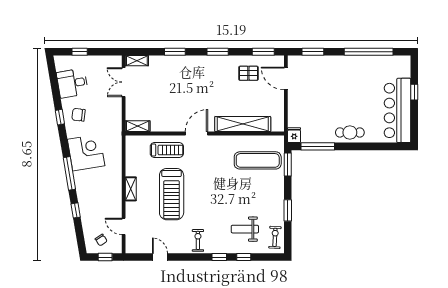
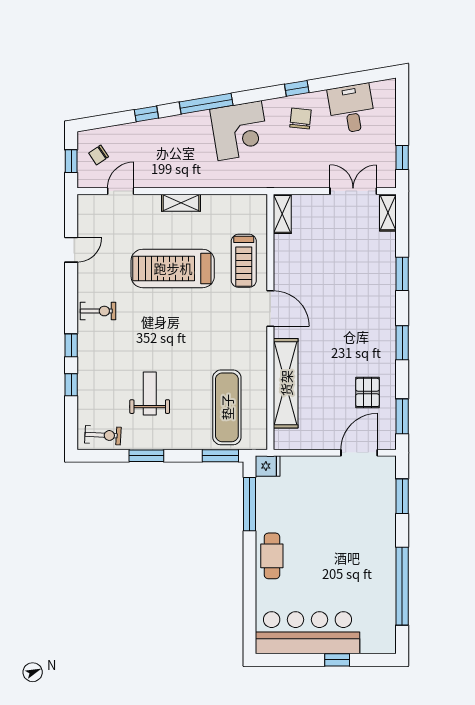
window: (80, 52) -> (402, 158), moved
weight bench: (245, 229) -> (150, 394), moved

